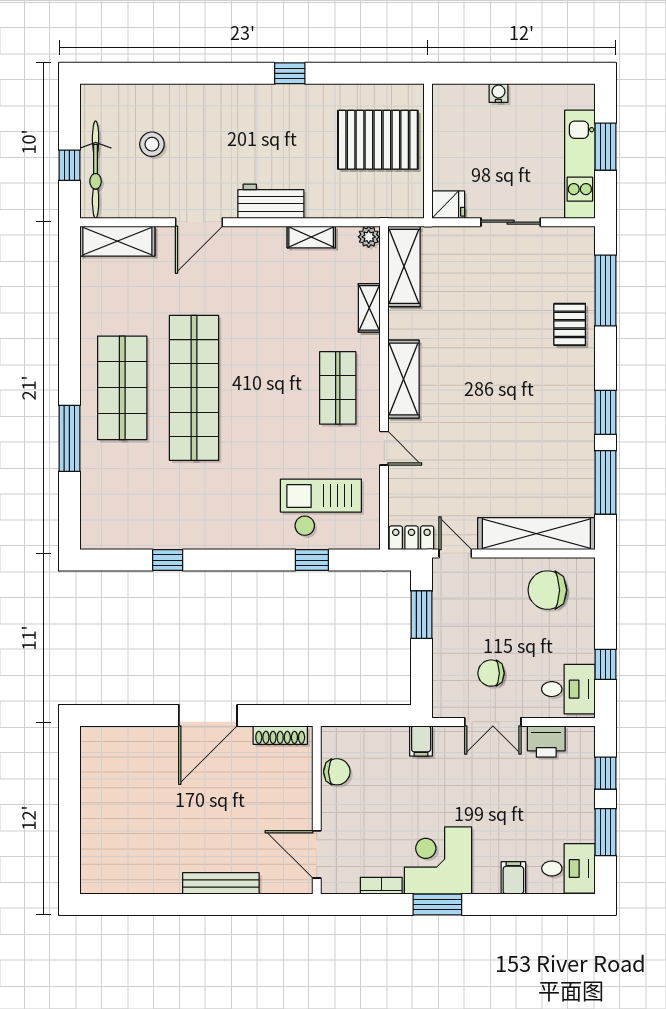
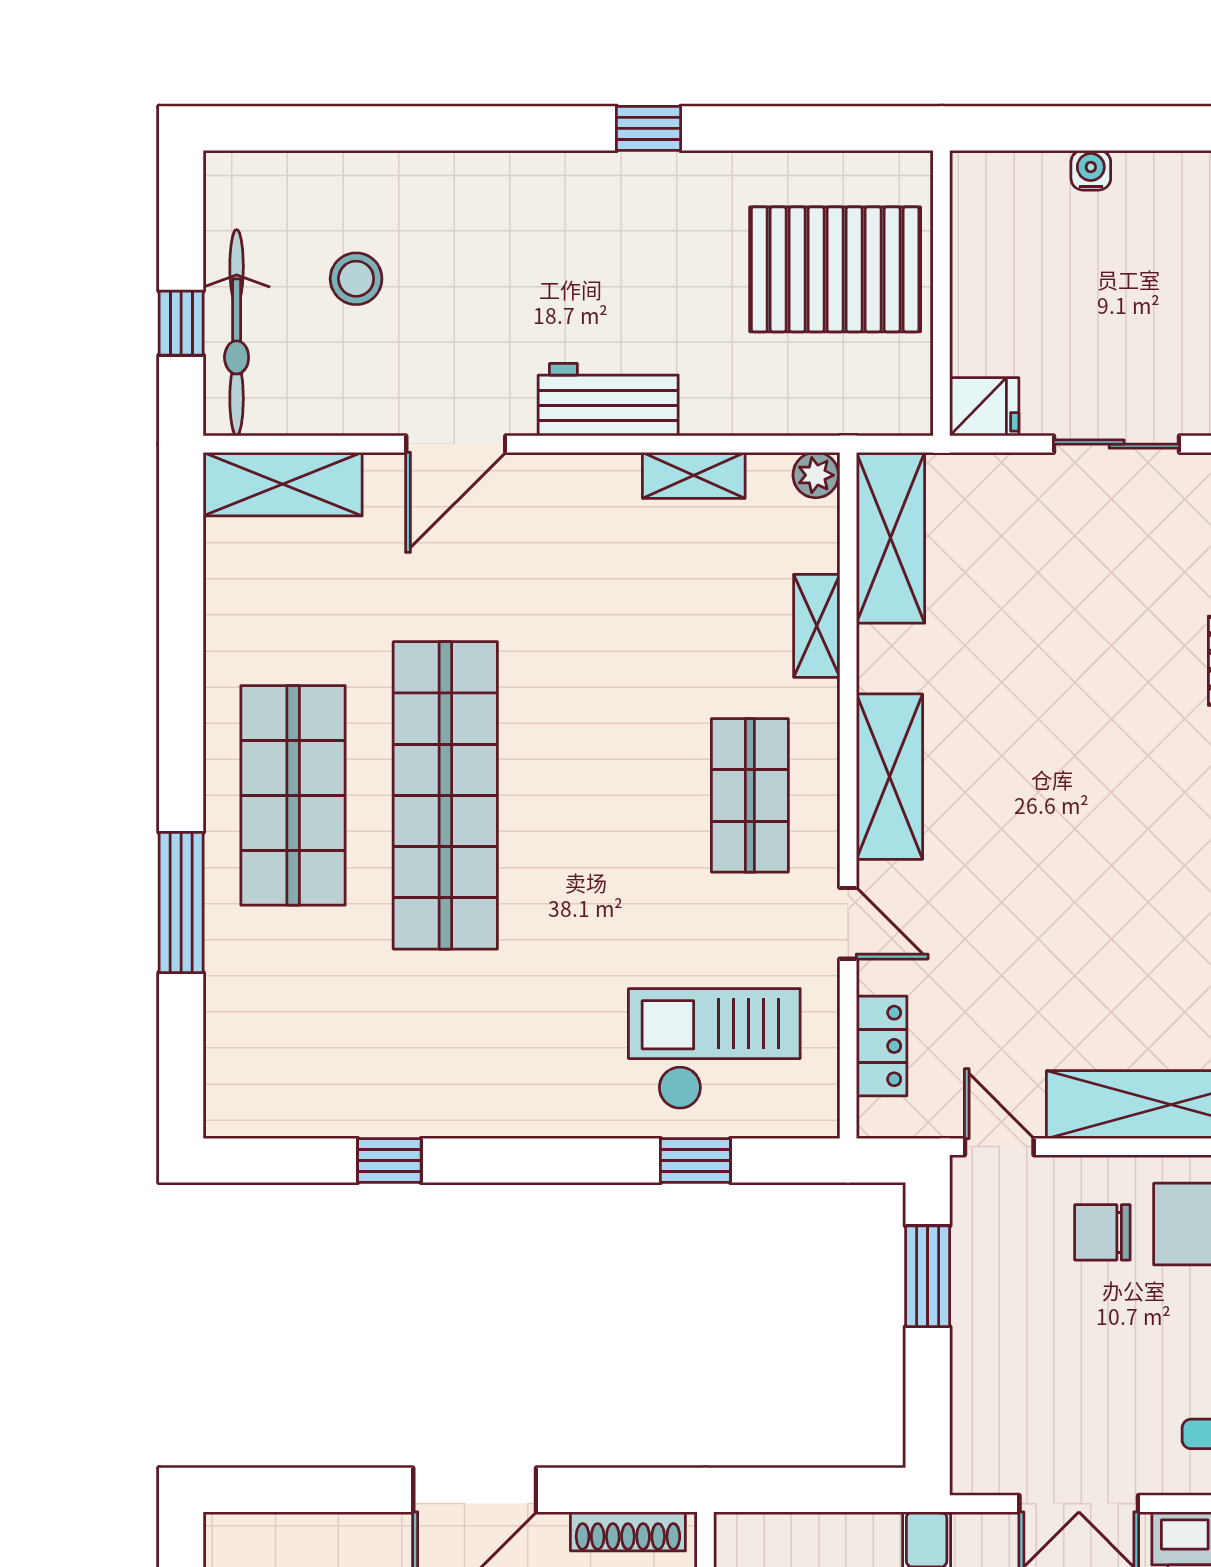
locker: (411, 538) -> (882, 1046), moved, turned 90
chair: (491, 673) -> (1102, 1232), moved

